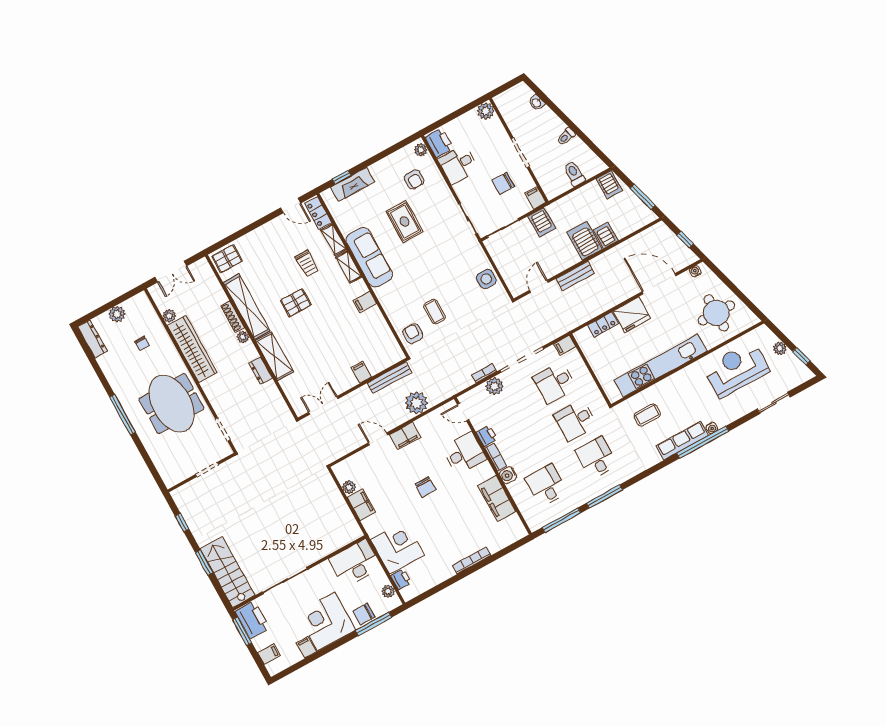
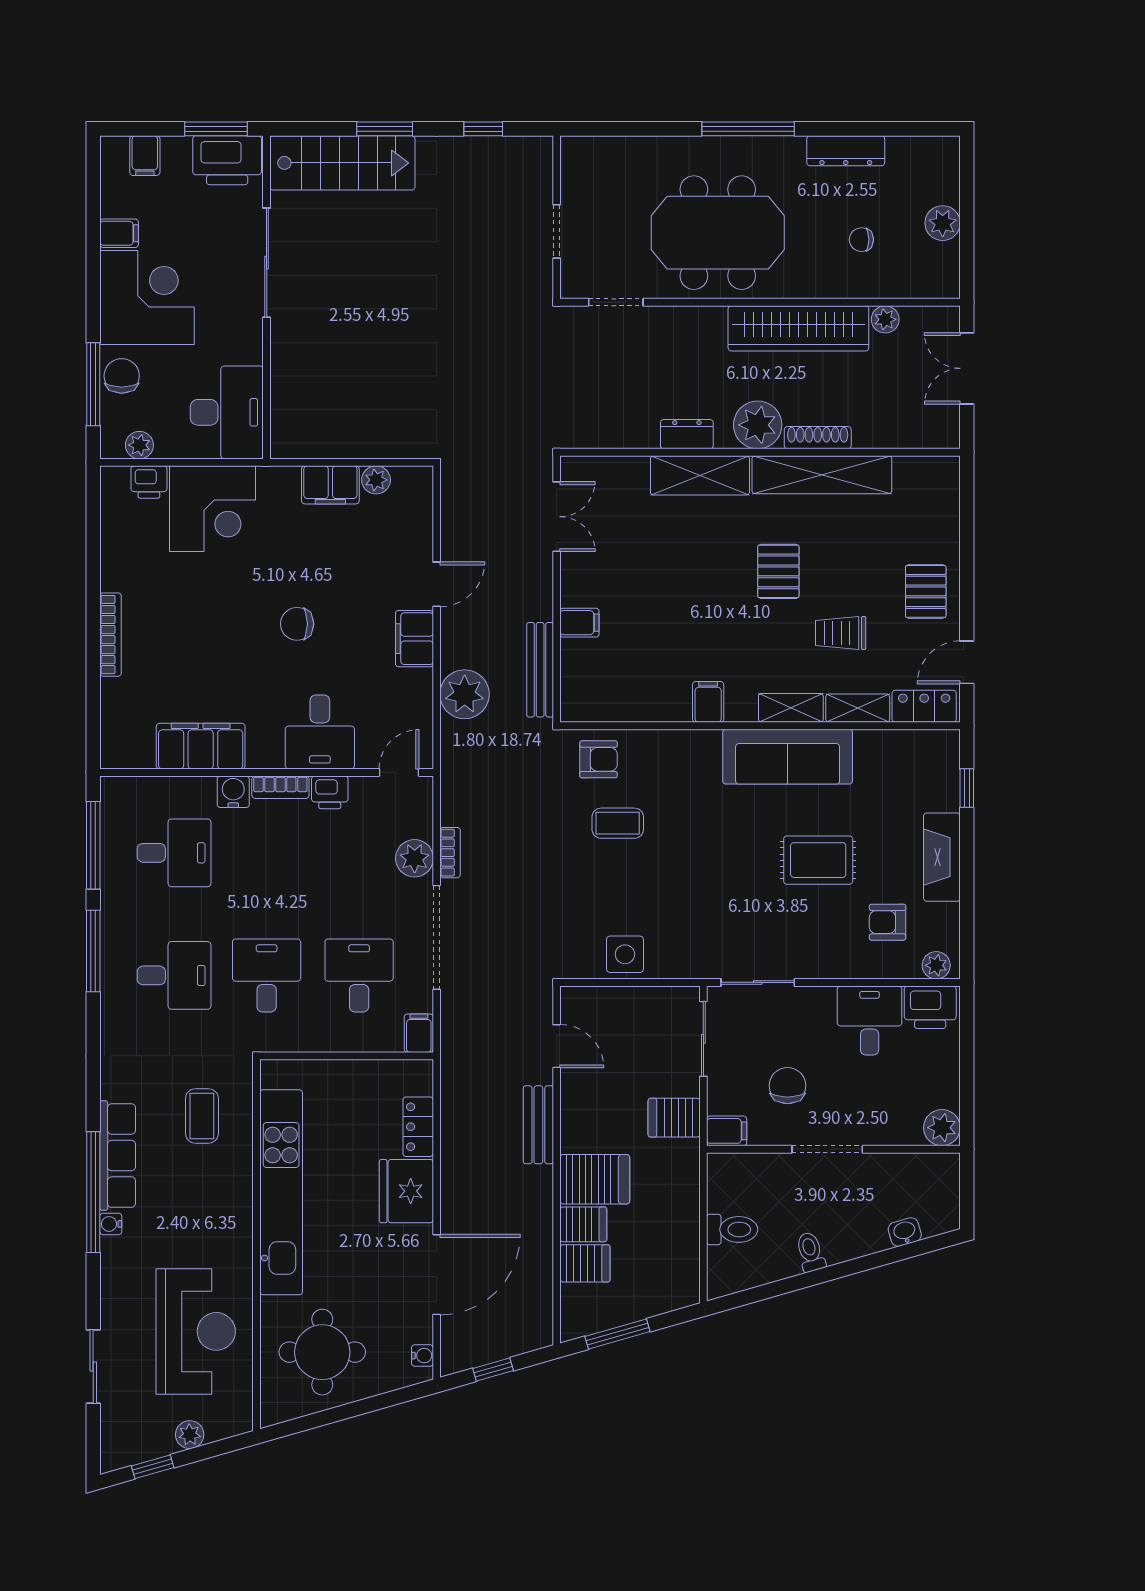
fireplace: (353, 184) -> (942, 857), moved
server rack: (609, 185) -> (585, 1263), moved, turned 180
pallet: (227, 259) -> (926, 591), moved
plant: (243, 337) -> (758, 425), width x1.87, depth x1.87
dresser: (92, 339) -> (846, 151), moved

